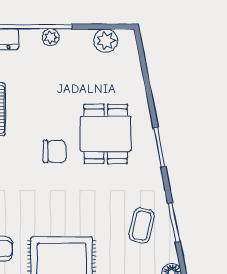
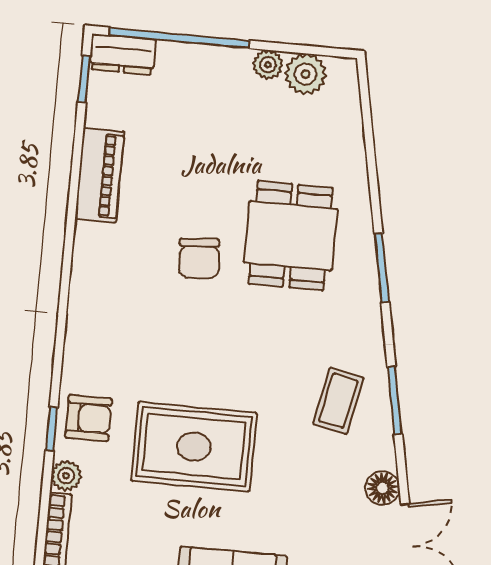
plant: (51, 37) -> (268, 65), moved
chair: (55, 152) -> (199, 258), turned 86

